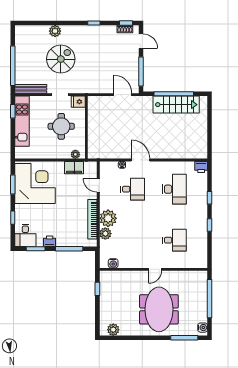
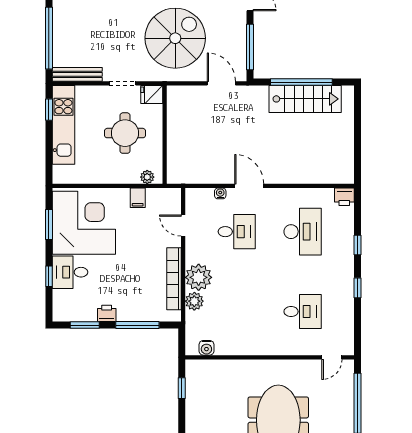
spiral stairs: (61, 59) -> (175, 38), moved, width x1.37, depth x1.37
filing cabinet: (74, 168) -> (138, 198), width x0.50
desk: (25, 235) -> (70, 272), moved, turned 90
door: (155, 269) -> (332, 357), moved

